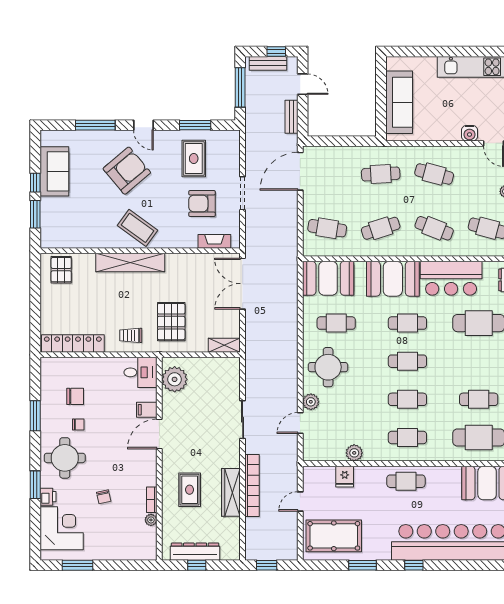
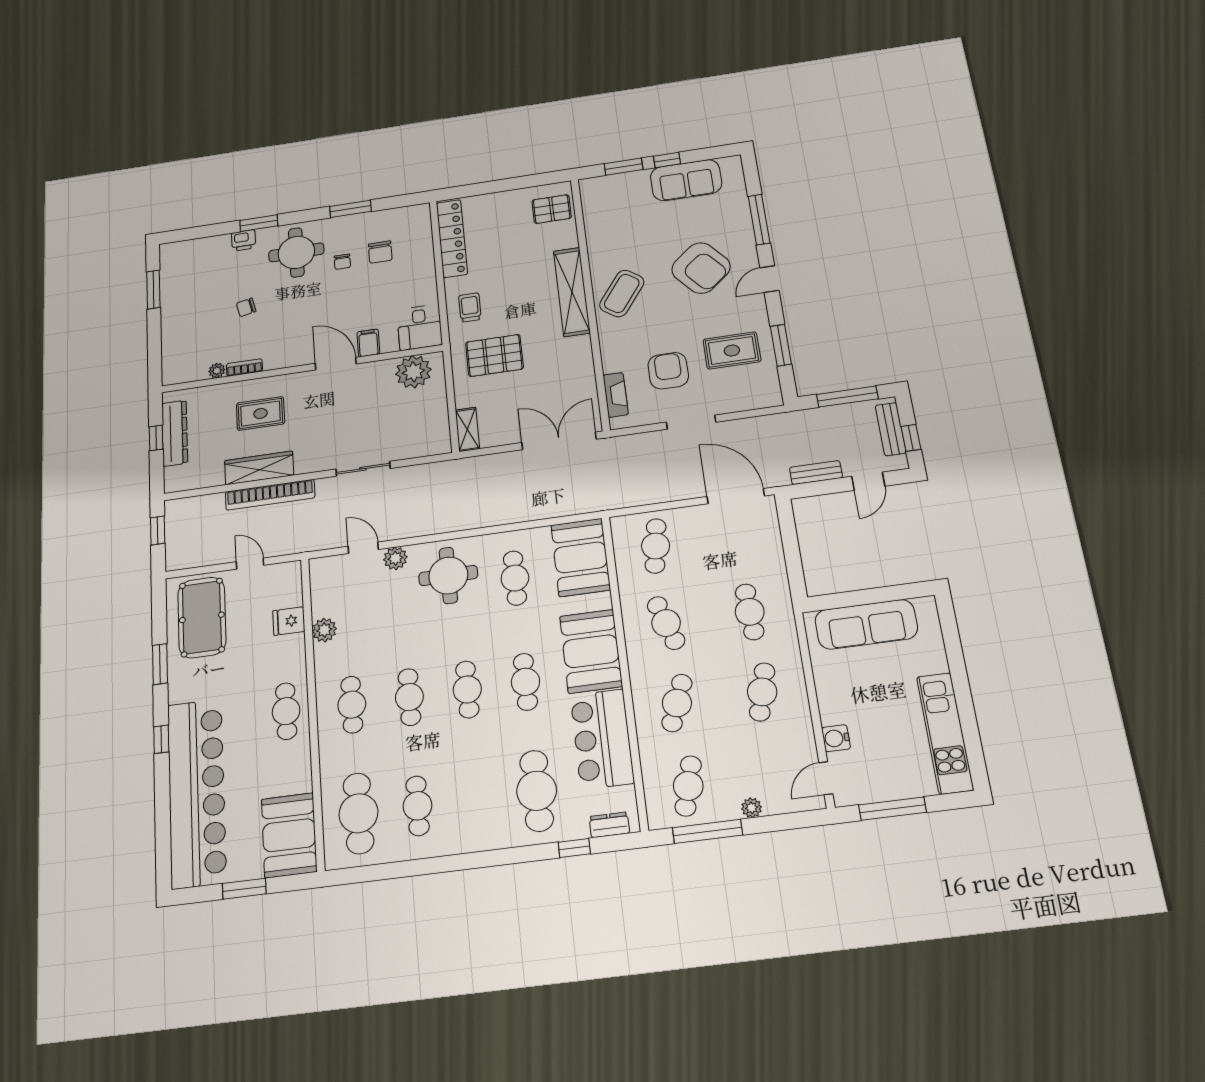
corner desk: (62, 528) -> (202, 263), removed

